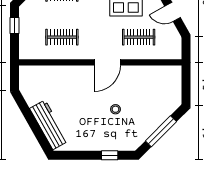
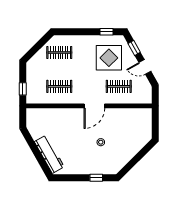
window: (15, 25) -> (23, 89), moved
window: (161, 131) -> (136, 159), removed

